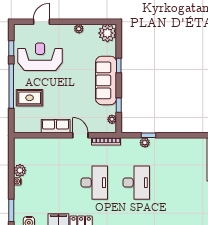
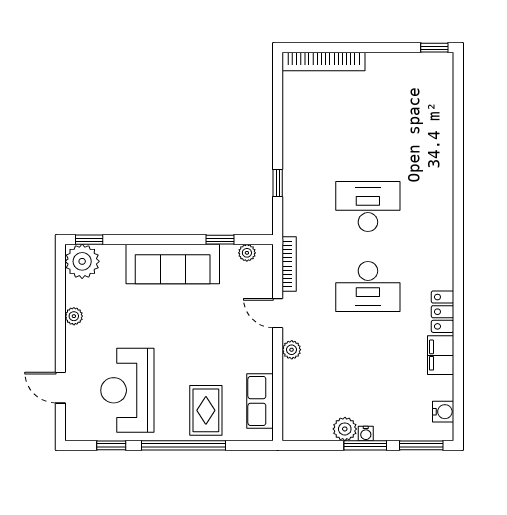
window: (119, 65) -> (89, 240), moved
row of seats: (56, 126) -> (260, 401), moved
door: (80, 135) -> (278, 313), hinge flipped
plant: (145, 143) -> (292, 350), moved
window: (11, 181) -> (365, 445), added
desk: (94, 183) -> (368, 287), turned 180

